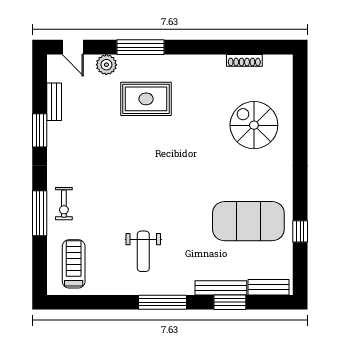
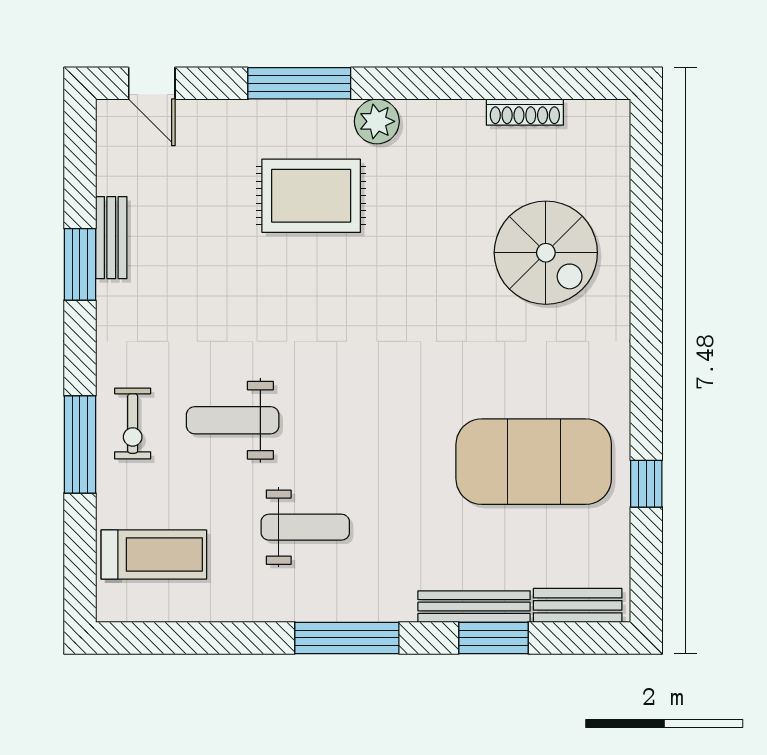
plant: (106, 65) -> (377, 121), moved
bench: (54, 102) -> (111, 238), moved
spiral stairs: (254, 125) -> (546, 253), turned 180
weight bench: (110, 202) -> (233, 420), added
weight bench: (143, 251) -> (305, 527), turned -90
treadmill: (74, 264) -> (154, 555), turned 90

